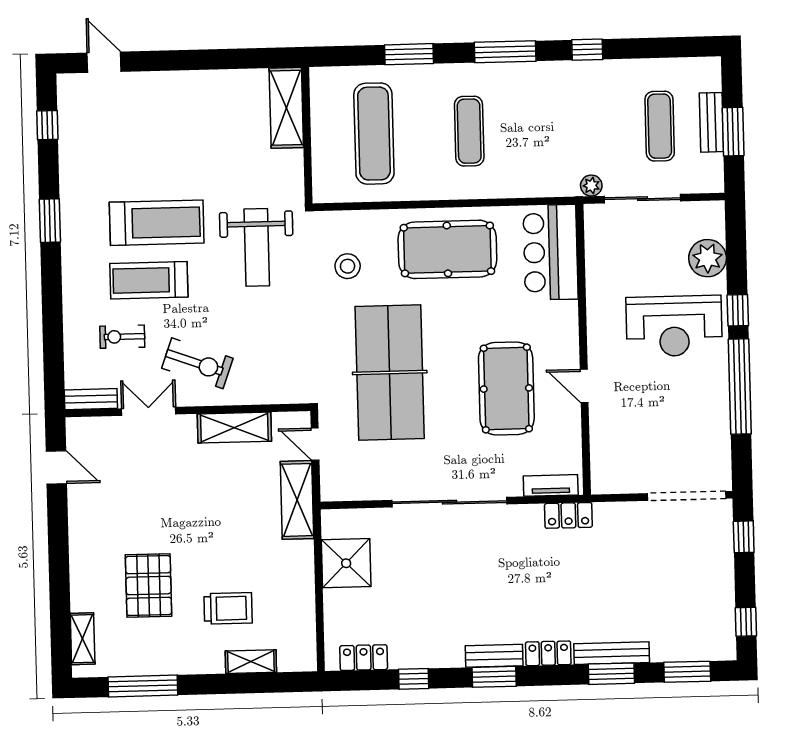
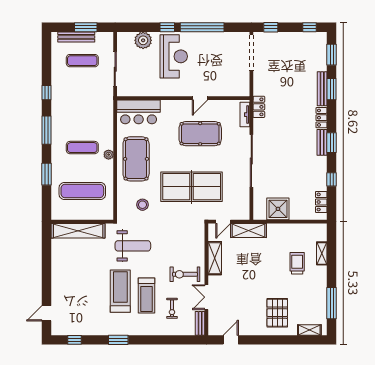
shelving: (286, 108) -> (78, 231), width x1.47
bench: (711, 122) -> (76, 37), width x1.36
plant: (591, 186) -> (109, 155), moved
exercise bike: (197, 363) -> (185, 274), turned -110
pallet: (149, 586) -> (277, 313), moved, turned 90

